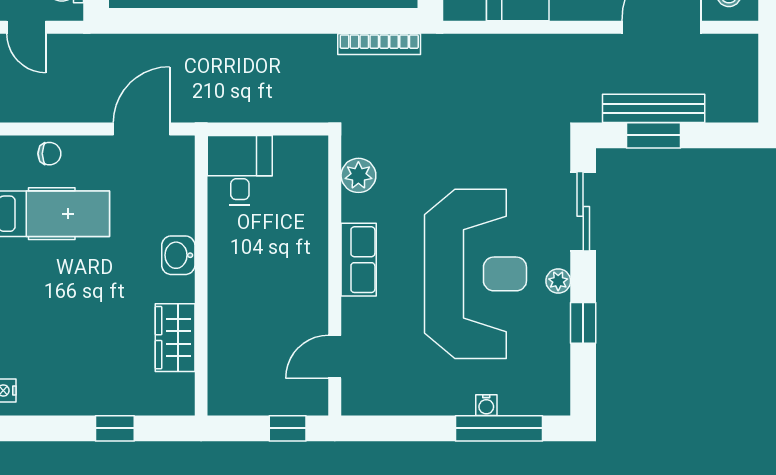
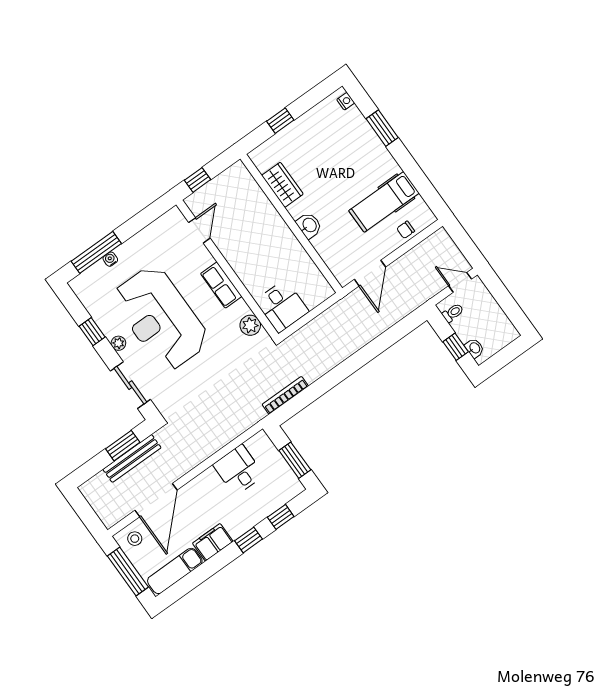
desk: (240, 170) -> (282, 306), moved

